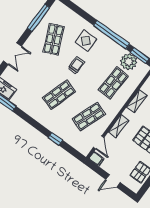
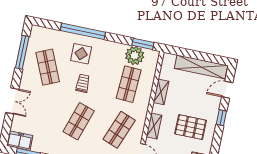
window: (111, 35) -> (83, 31), moved

